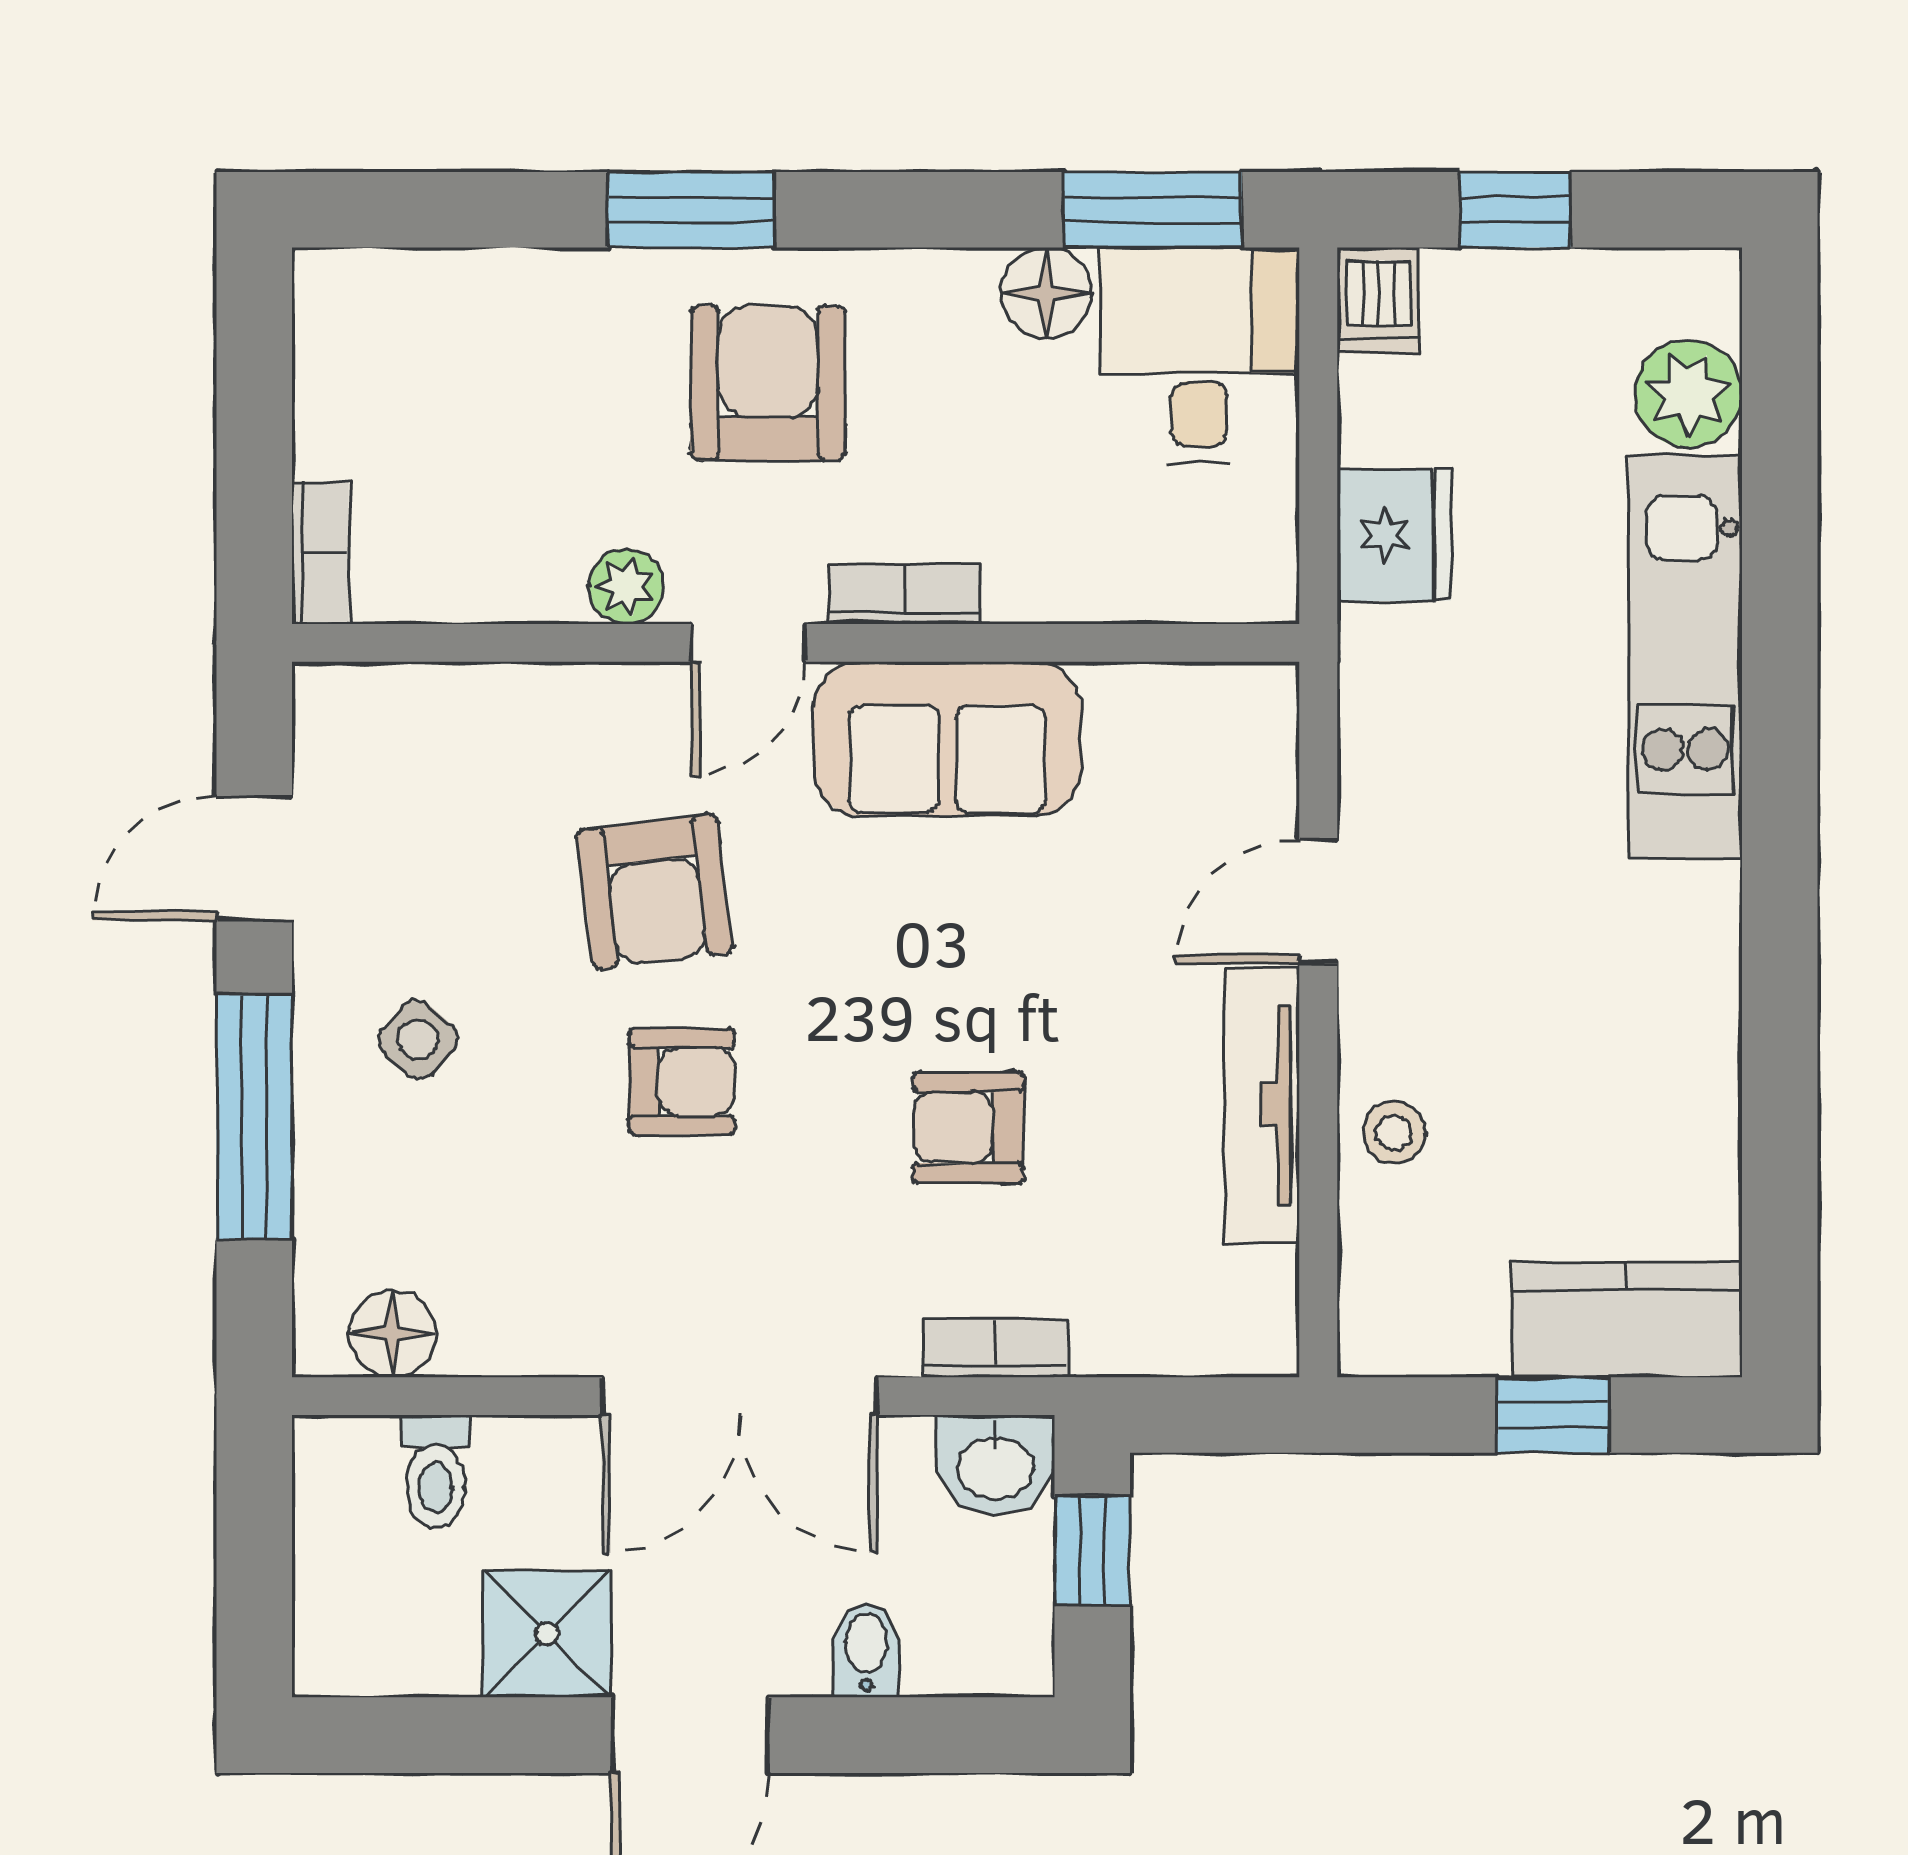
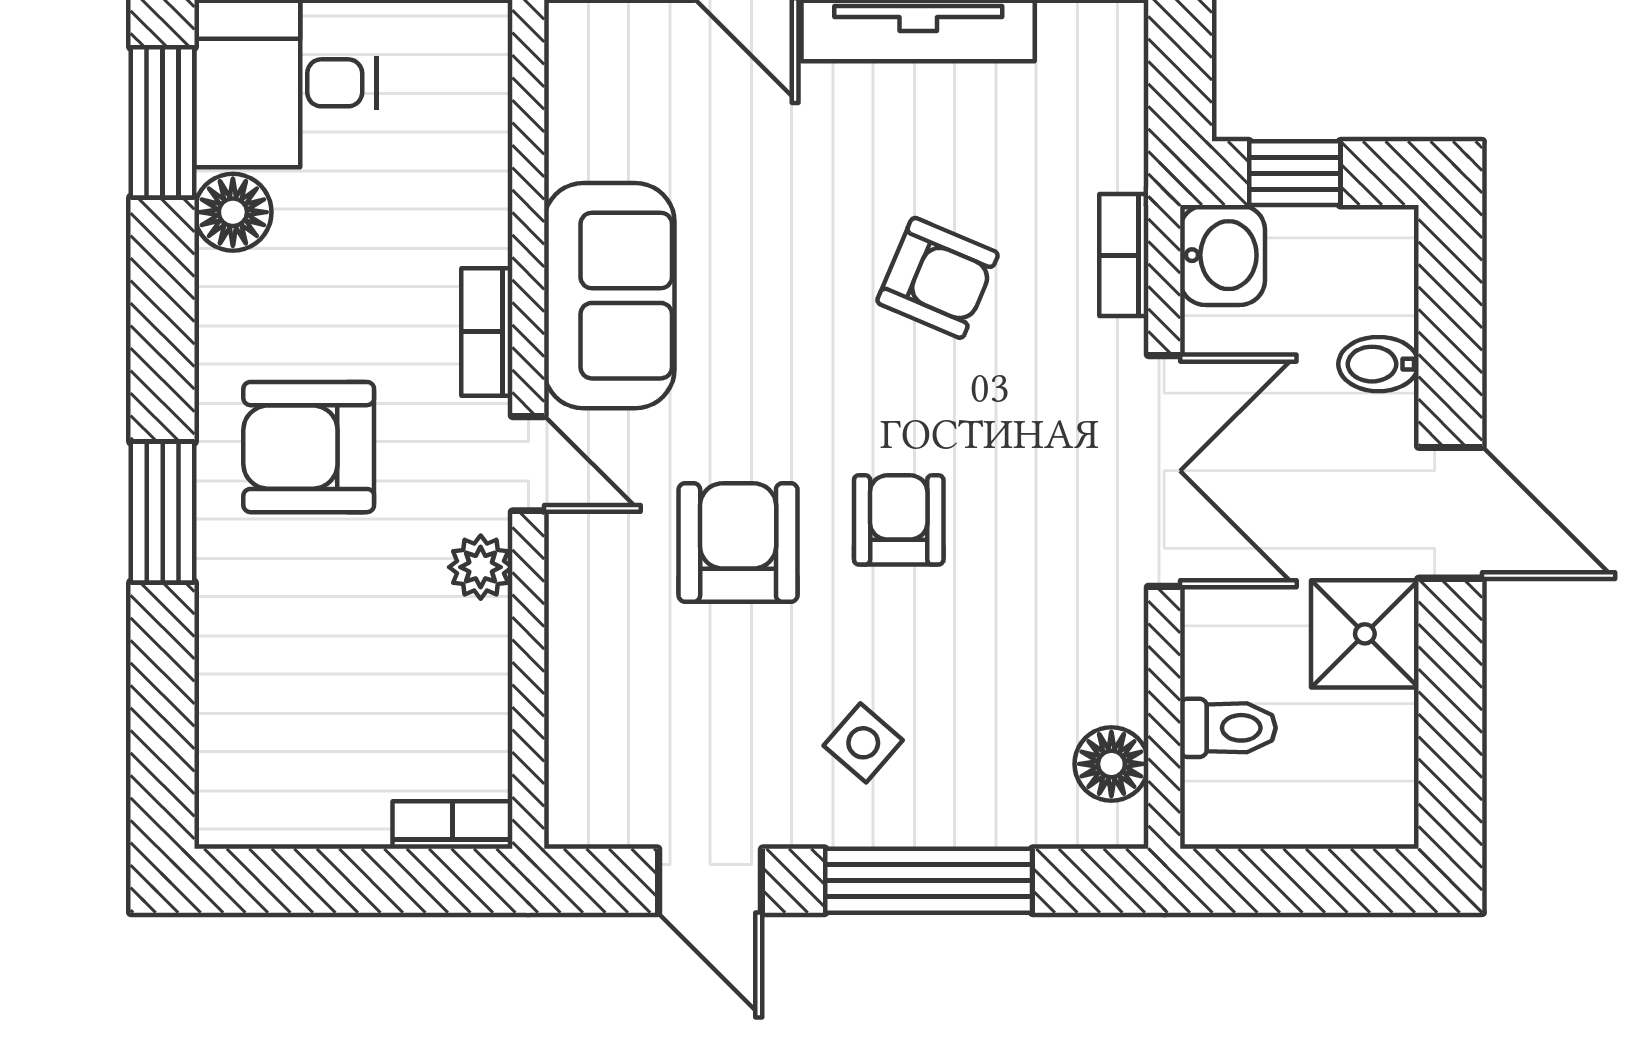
armchair: (655, 891) -> (738, 542), turned -83
armchair: (968, 1128) -> (938, 278), turned -67

